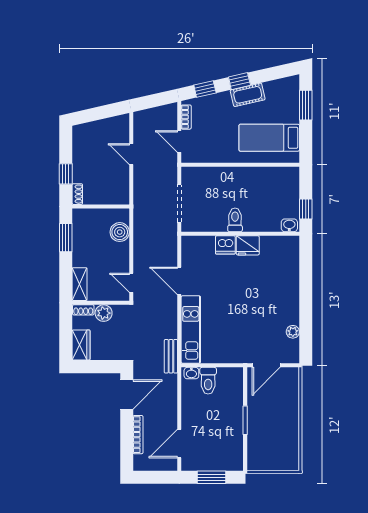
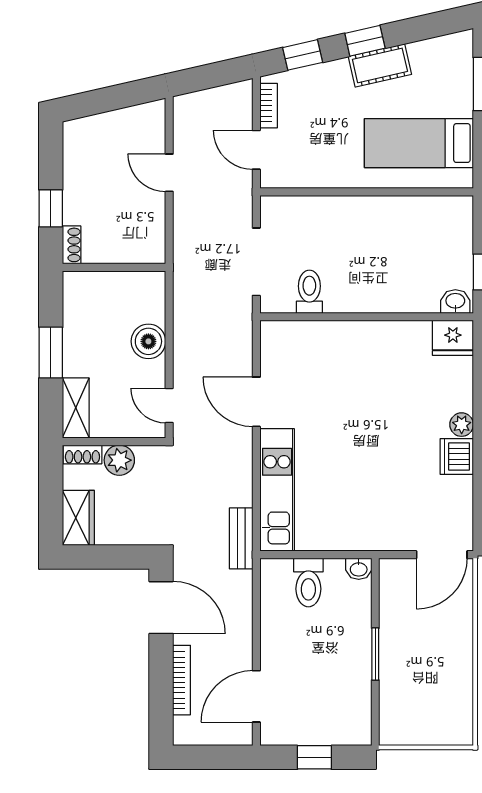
toilet: (235, 220) -> (309, 292), moved
boiler: (120, 232) -> (148, 341), moved
window: (66, 238) -> (51, 353), moved
dishwasher: (225, 245) -> (457, 456), moved, turned 90
fridge: (248, 245) -> (453, 338), moved
plant: (293, 332) -> (462, 425), moved
door: (266, 365) -> (442, 555), moved
washbasin: (191, 373) -> (359, 569), moved
door: (127, 395) -> (161, 608), hinge flipped
window: (211, 477) -> (314, 757), width x0.67

